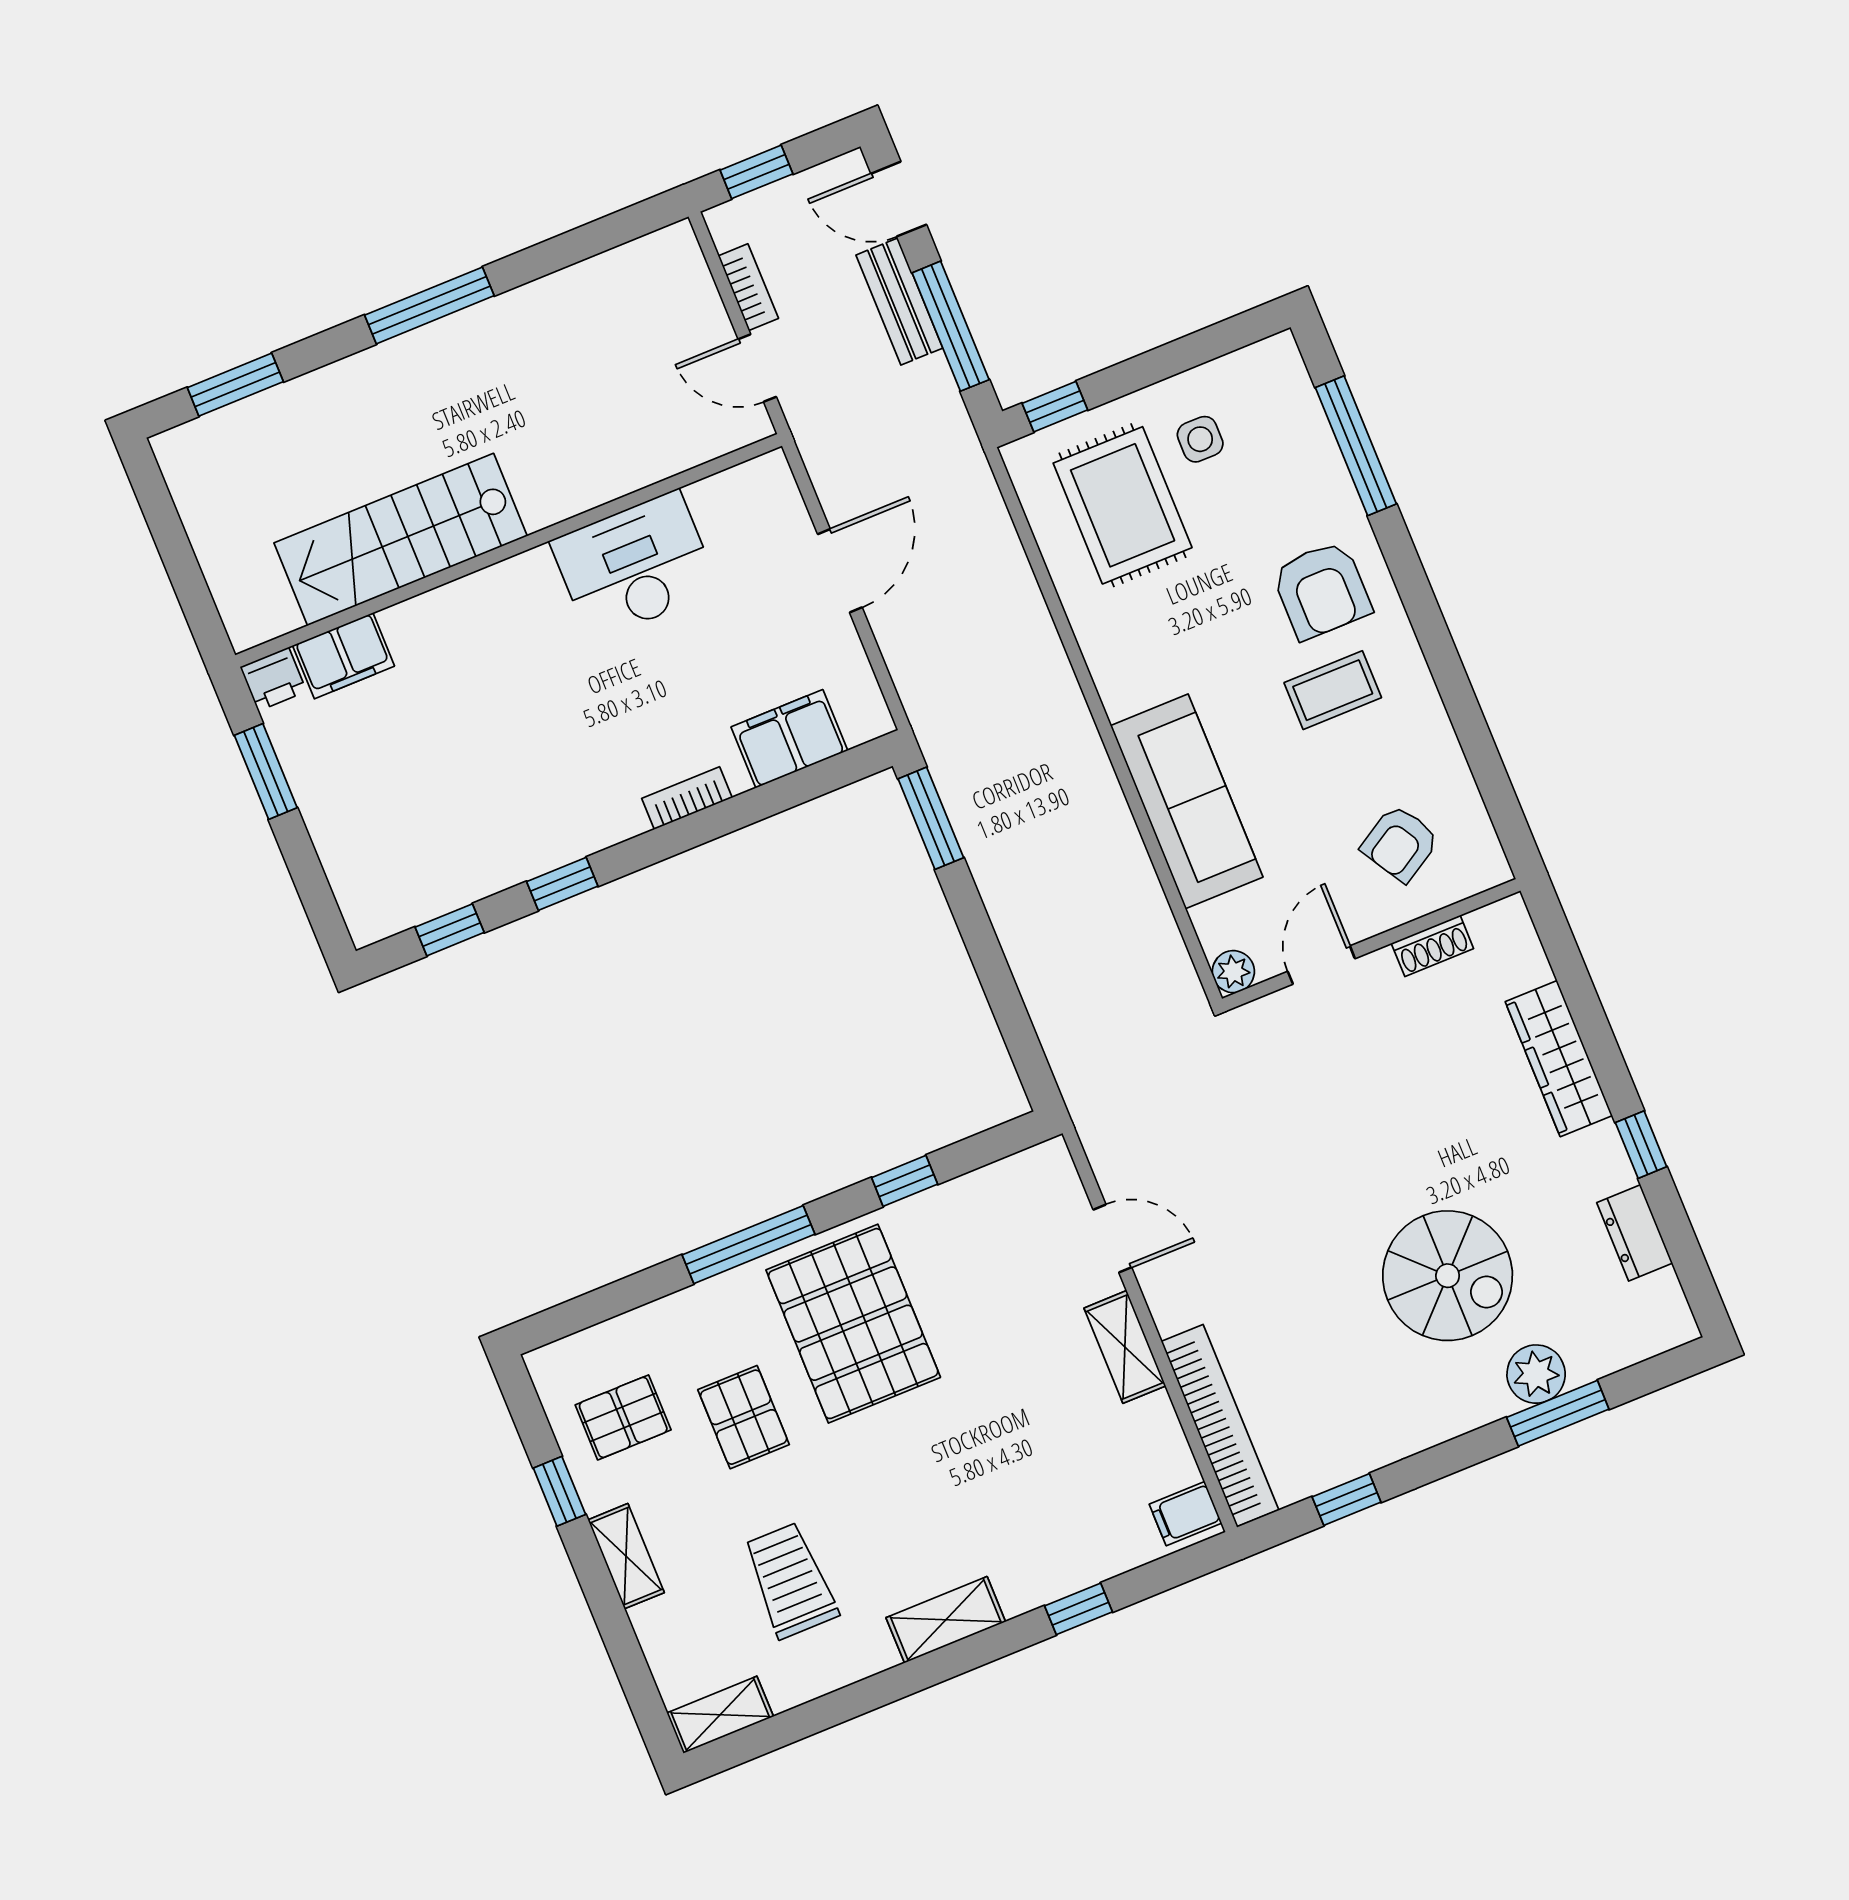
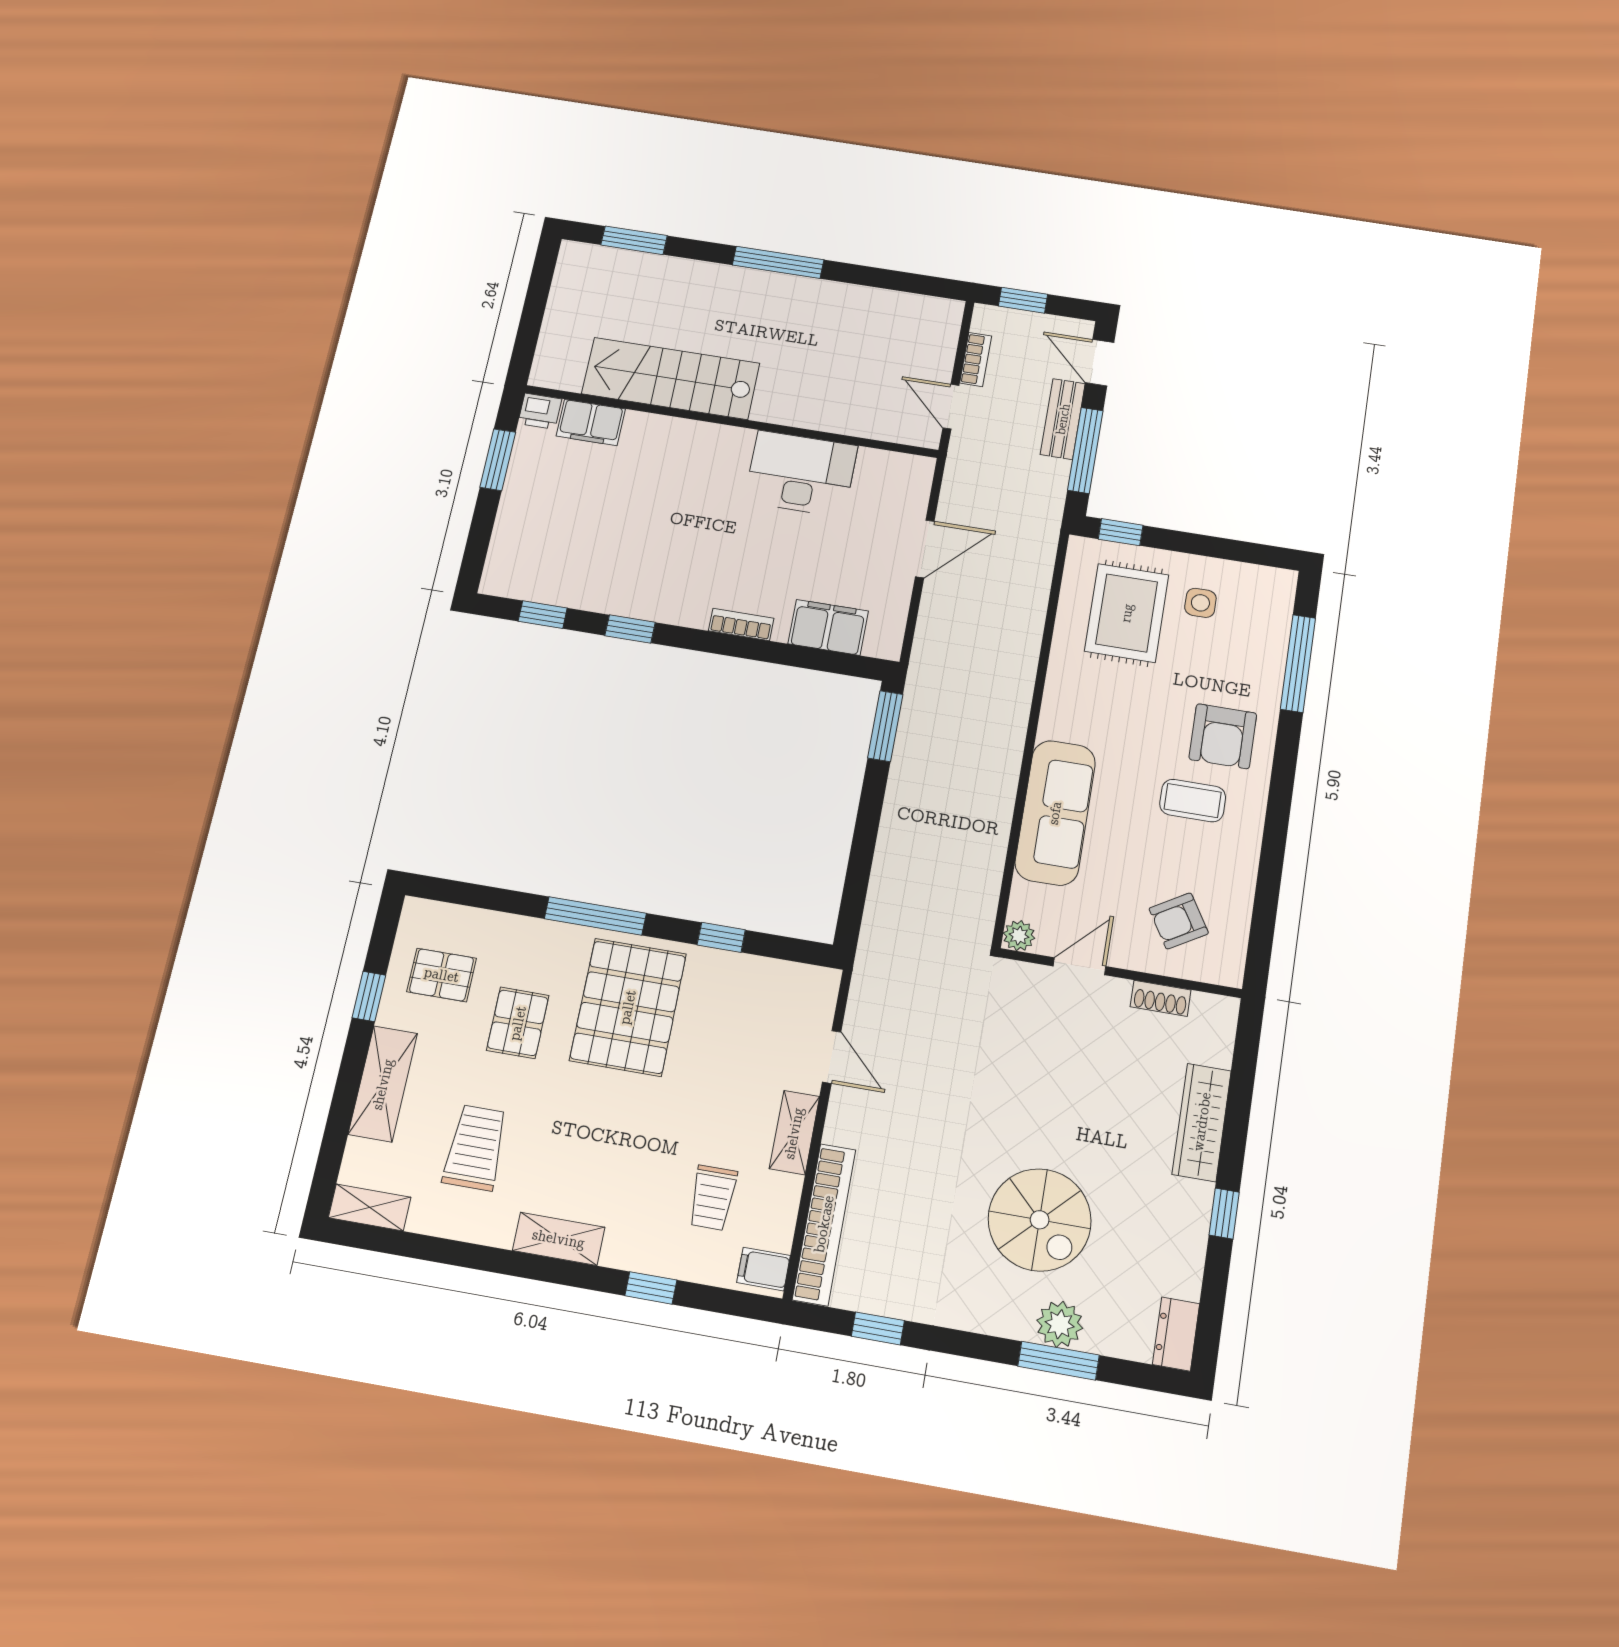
dresser: (1635, 1233) -> (1176, 1334), moved
trolley: (1082, 1473) -> (713, 1198), added
shelving: (626, 1556) -> (383, 1084), width x1.50, depth x1.33

